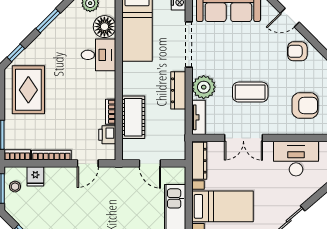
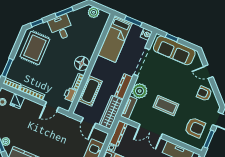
floor lamp: (104, 27) -> (82, 63), moved
desk: (98, 55) -> (61, 27), moved, turned -135
wardrobe: (176, 135) -> (111, 112), added

